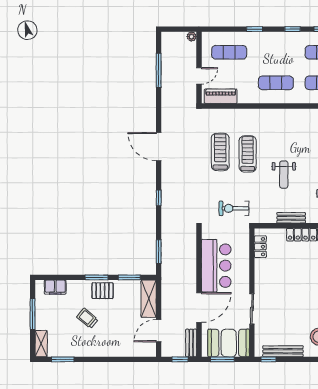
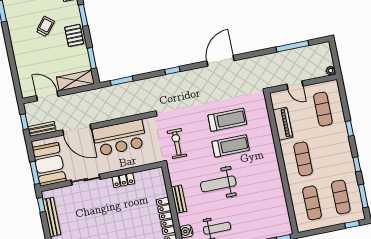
piano: (221, 96) -> (283, 124), moved
weight bench: (284, 175) -> (218, 184), width x1.36, depth x1.33
locker: (260, 247) -> (123, 180), moved
window: (96, 277) -> (83, 15), moved
window: (222, 359) -> (35, 173), moved

